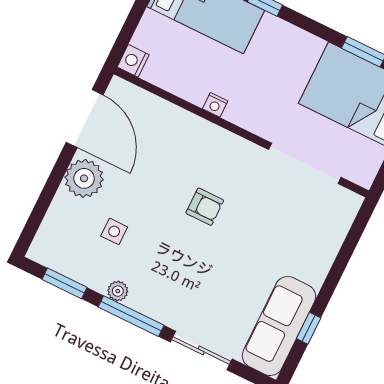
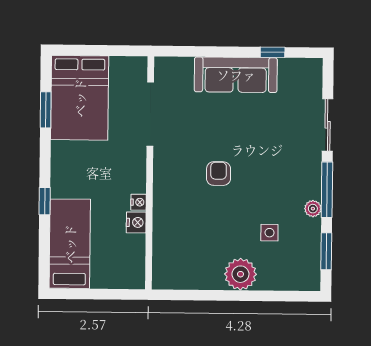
nightstand: (133, 61) -> (136, 222), moved, turned -90
door: (85, 119) -> (195, 295), removed
sofa: (279, 326) -> (236, 75), moved

